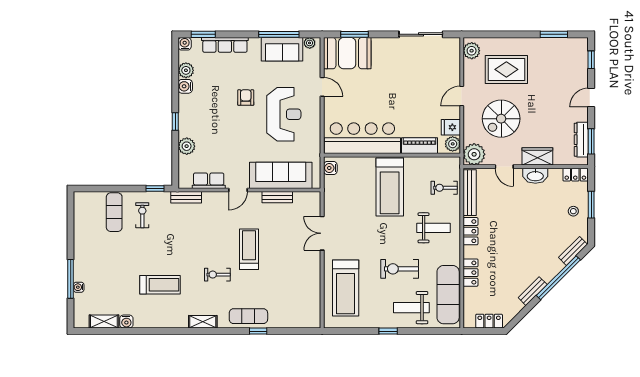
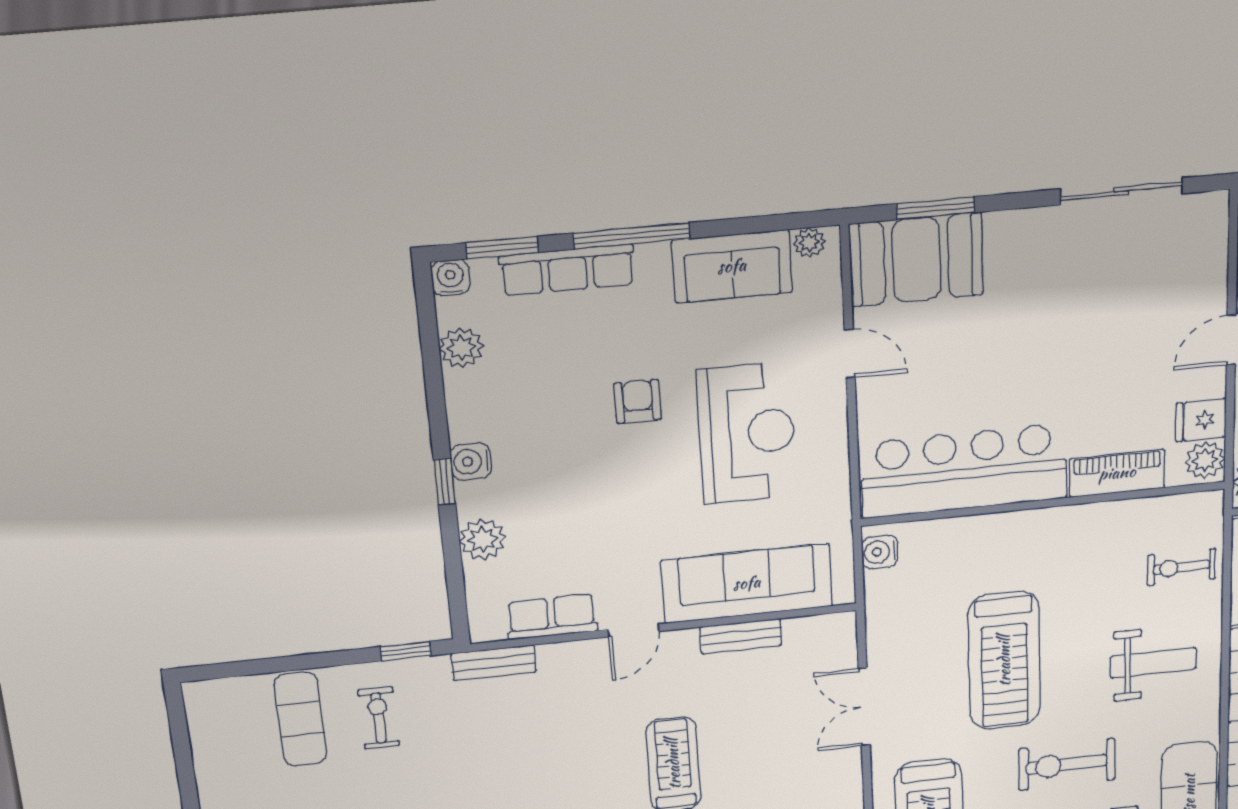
window: (279, 34) -> (632, 236), moved
water cooler: (185, 86) -> (471, 462), moved
treadmill: (390, 187) -> (1004, 661), moved

